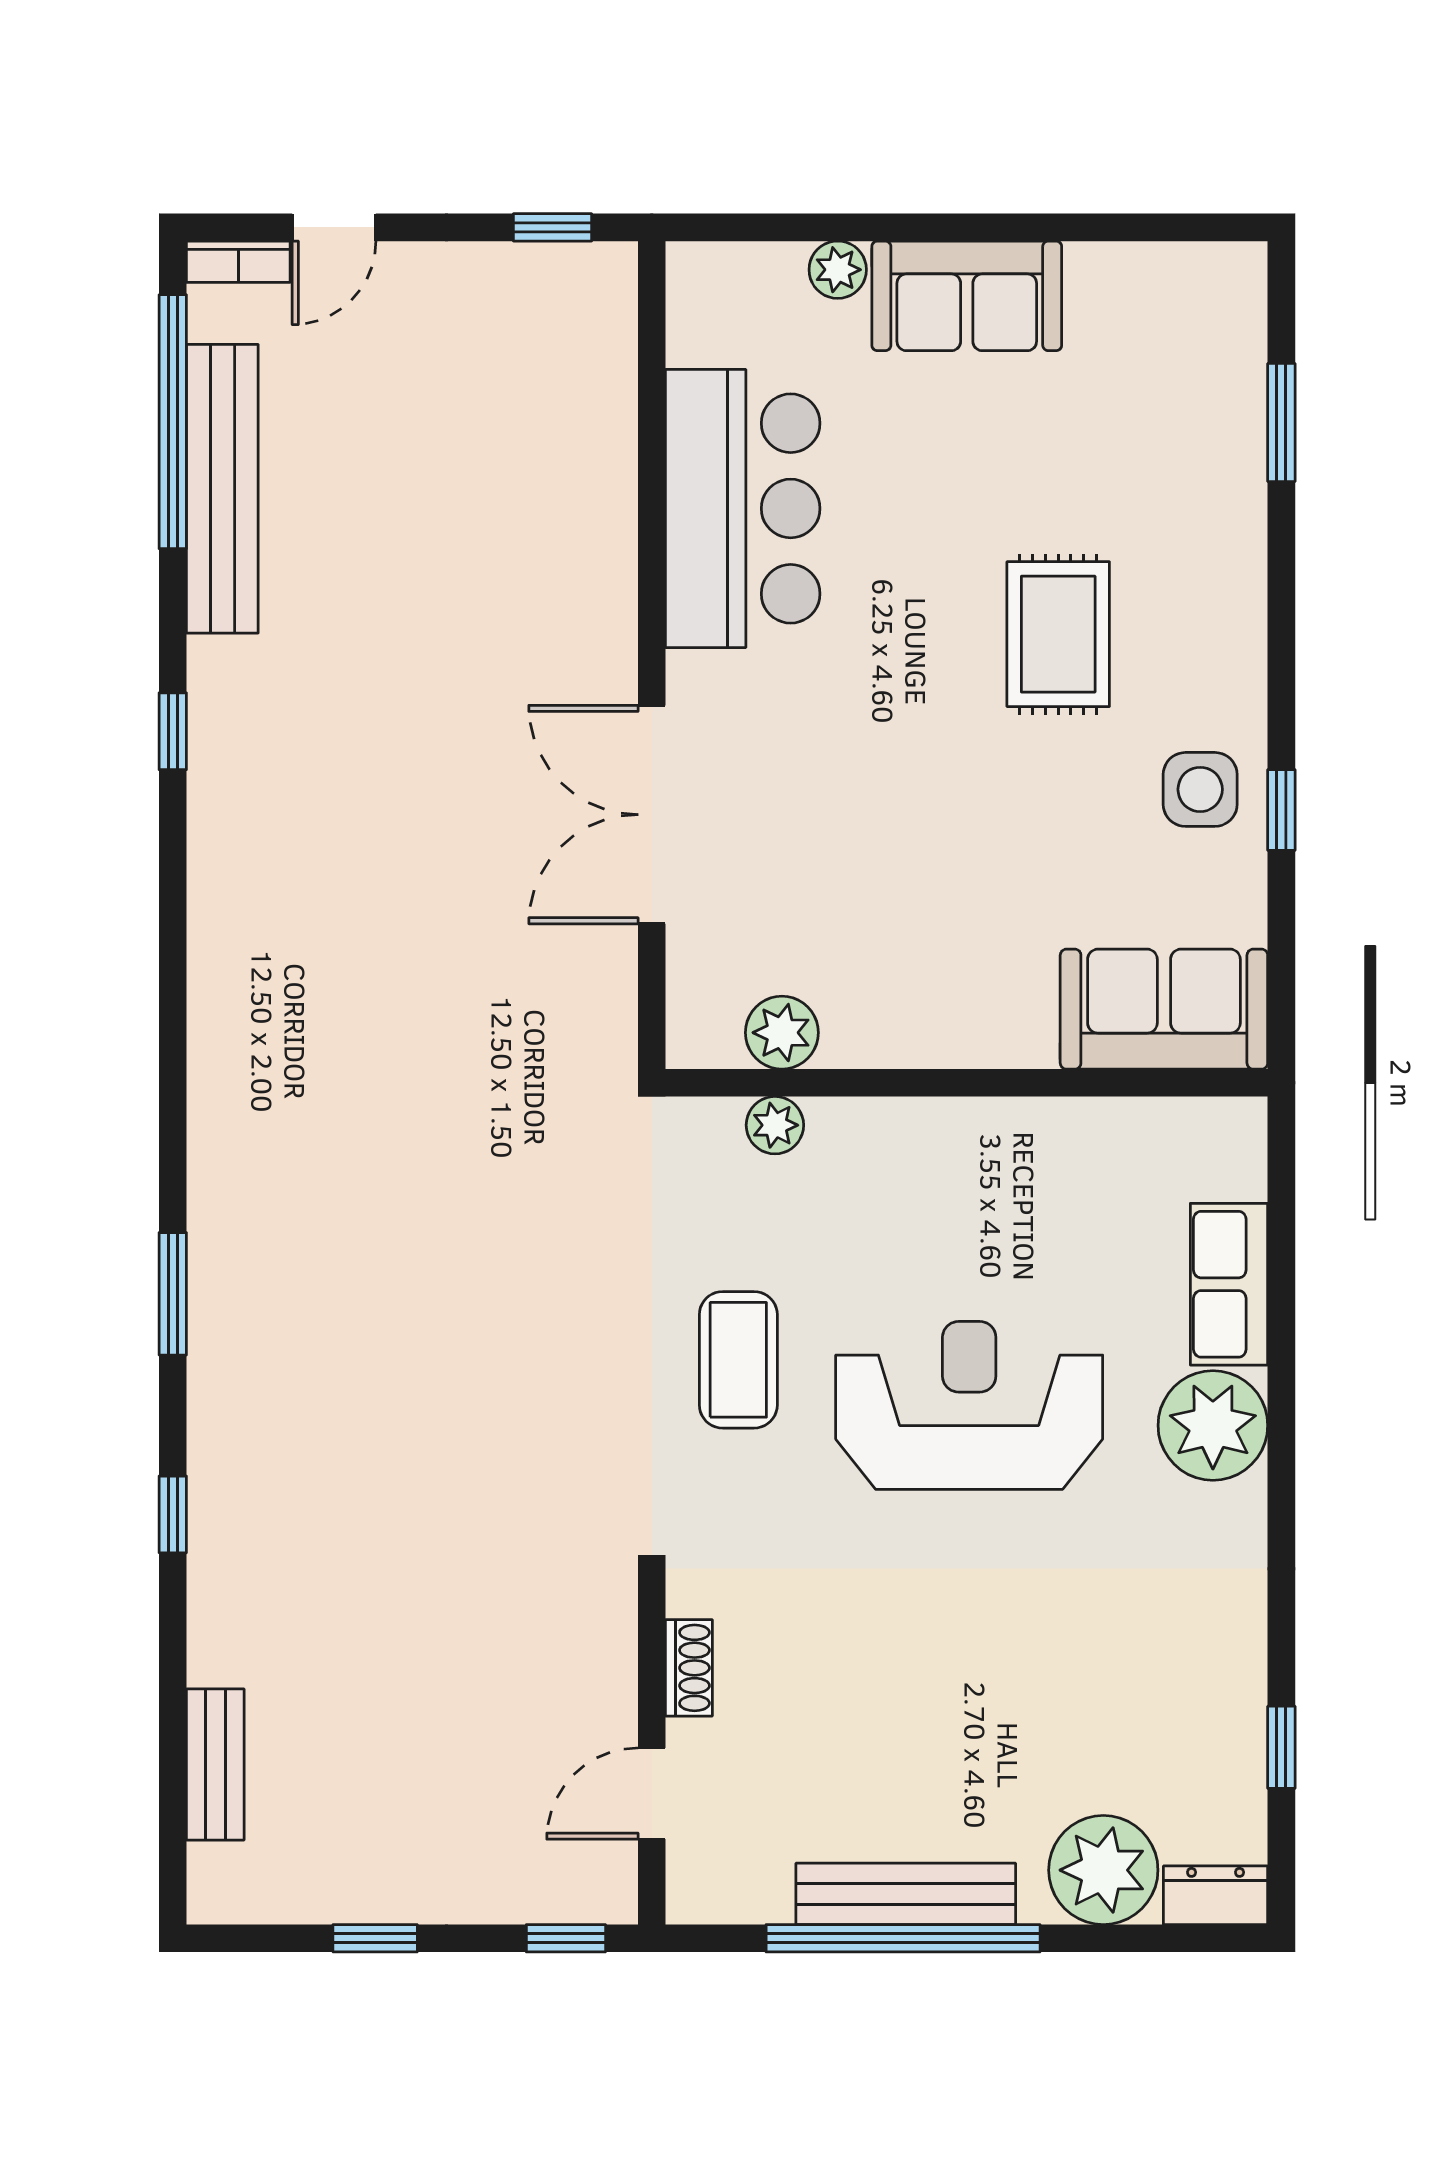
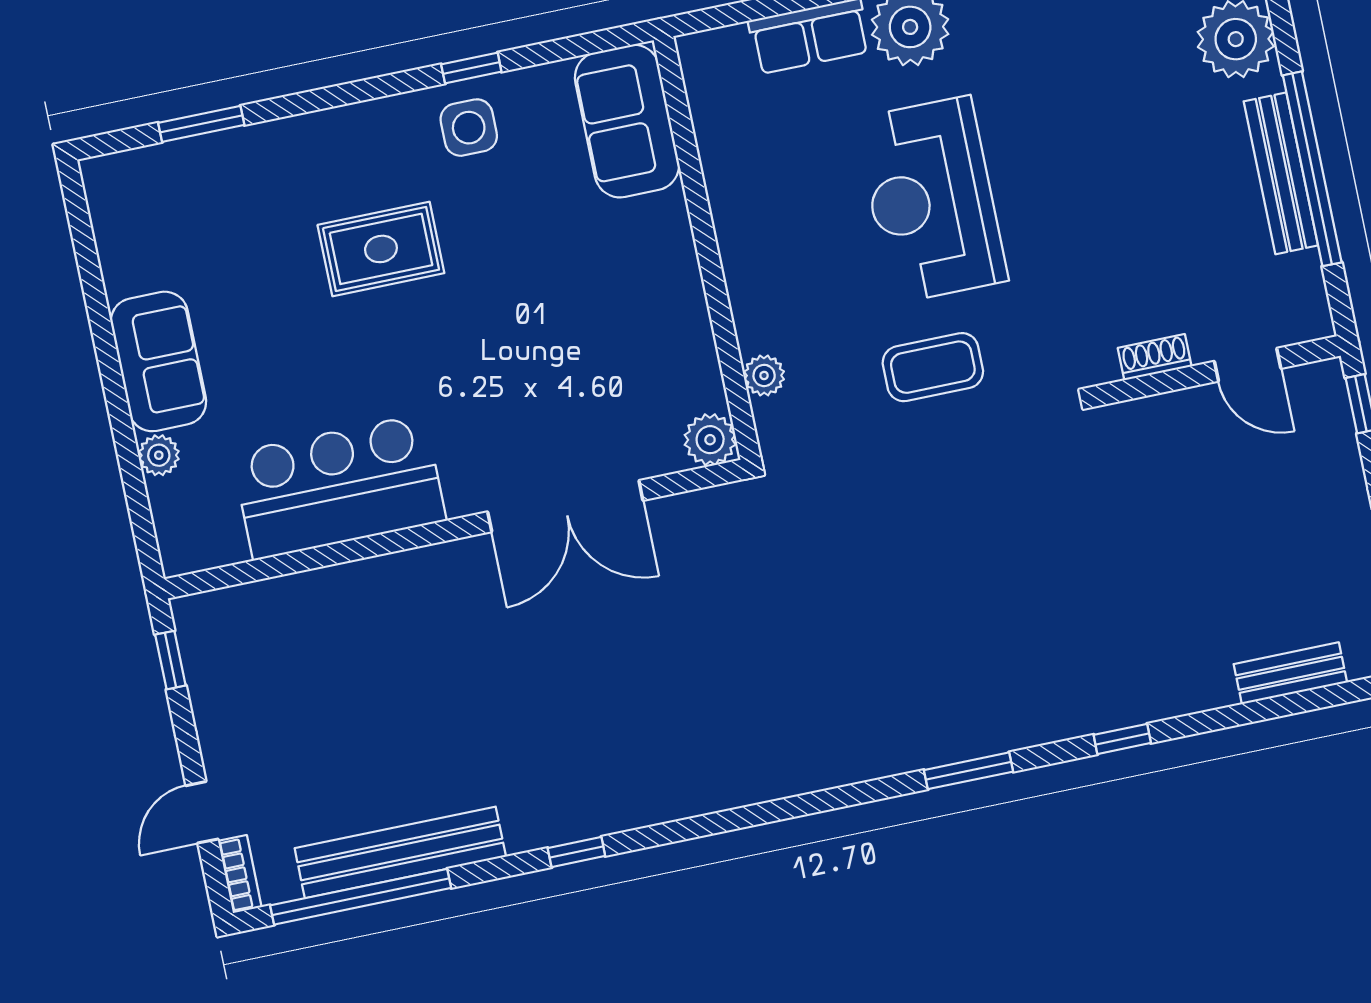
door: (334, 227) -> (202, 812), swing flipped
plant: (782, 1033) -> (710, 440), moved

